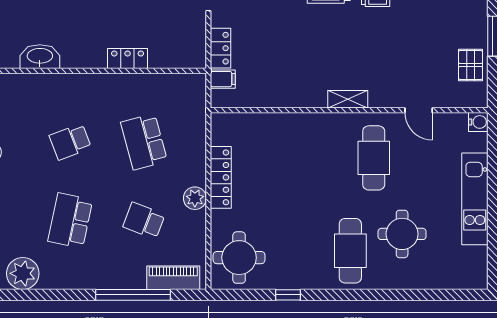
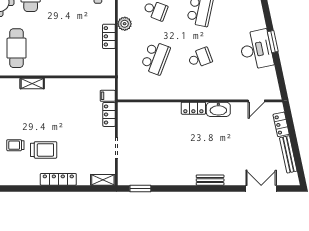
locker: (128, 59) -> (193, 108), moved
school desk: (144, 142) -> (155, 58), turned 36
locker: (221, 177) -> (109, 36), width x0.66

